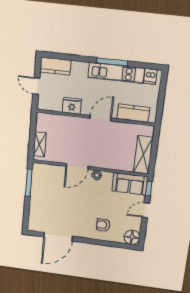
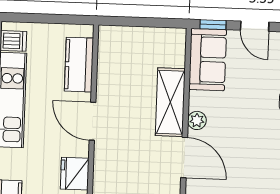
shelving: (143, 155) -> (170, 102), moved, turned 90

